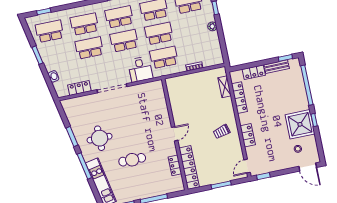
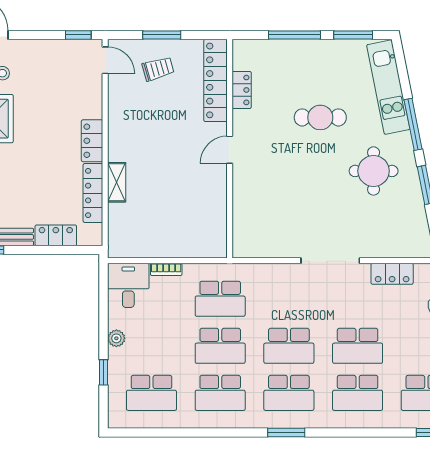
desk: (140, 69) -> (128, 285), moved
shelving: (225, 87) -> (117, 182), moved
trolley: (222, 132) -> (158, 69), moved
locker: (248, 135) -> (92, 141), moved
door: (247, 166) -> (105, 60), hinge flipped

